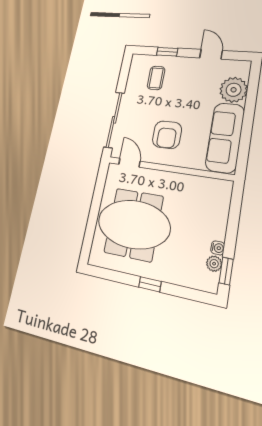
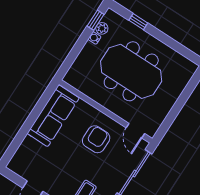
plant: (234, 90) -> (30, 150), removed
meeting table: (134, 224) -> (131, 71), moved
window: (150, 284) -> (138, 22), moved

